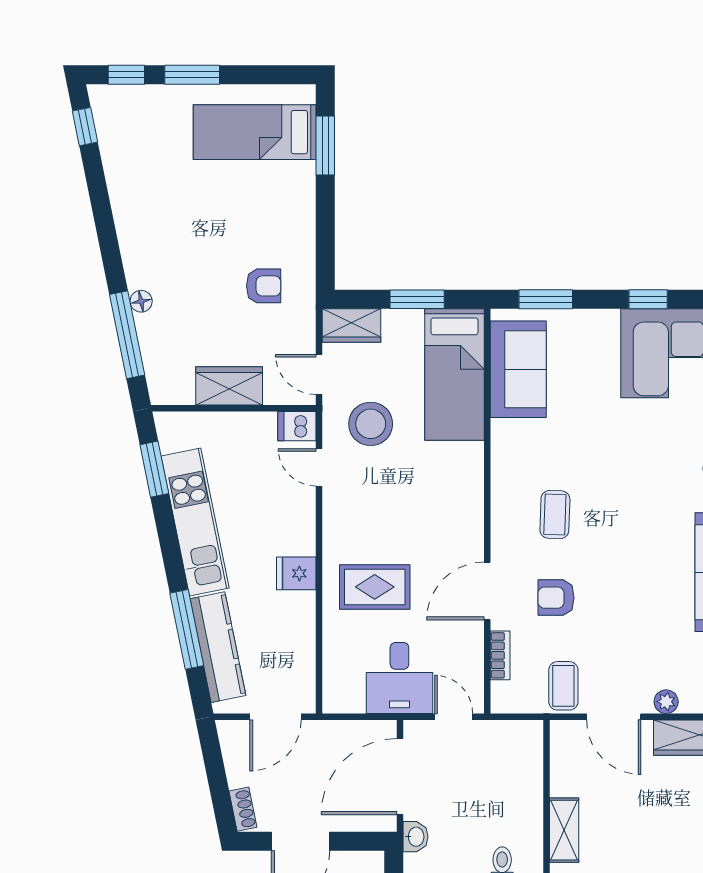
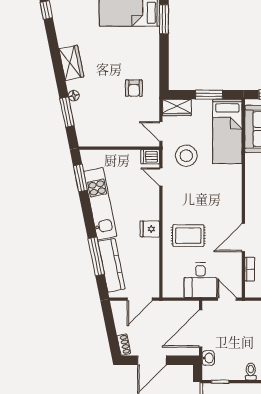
armchair: (264, 286) -> (134, 88), turned 90
window: (127, 335) -> (67, 112), width x0.69
wardrobe: (229, 386) -> (71, 63), moved, turned 79

